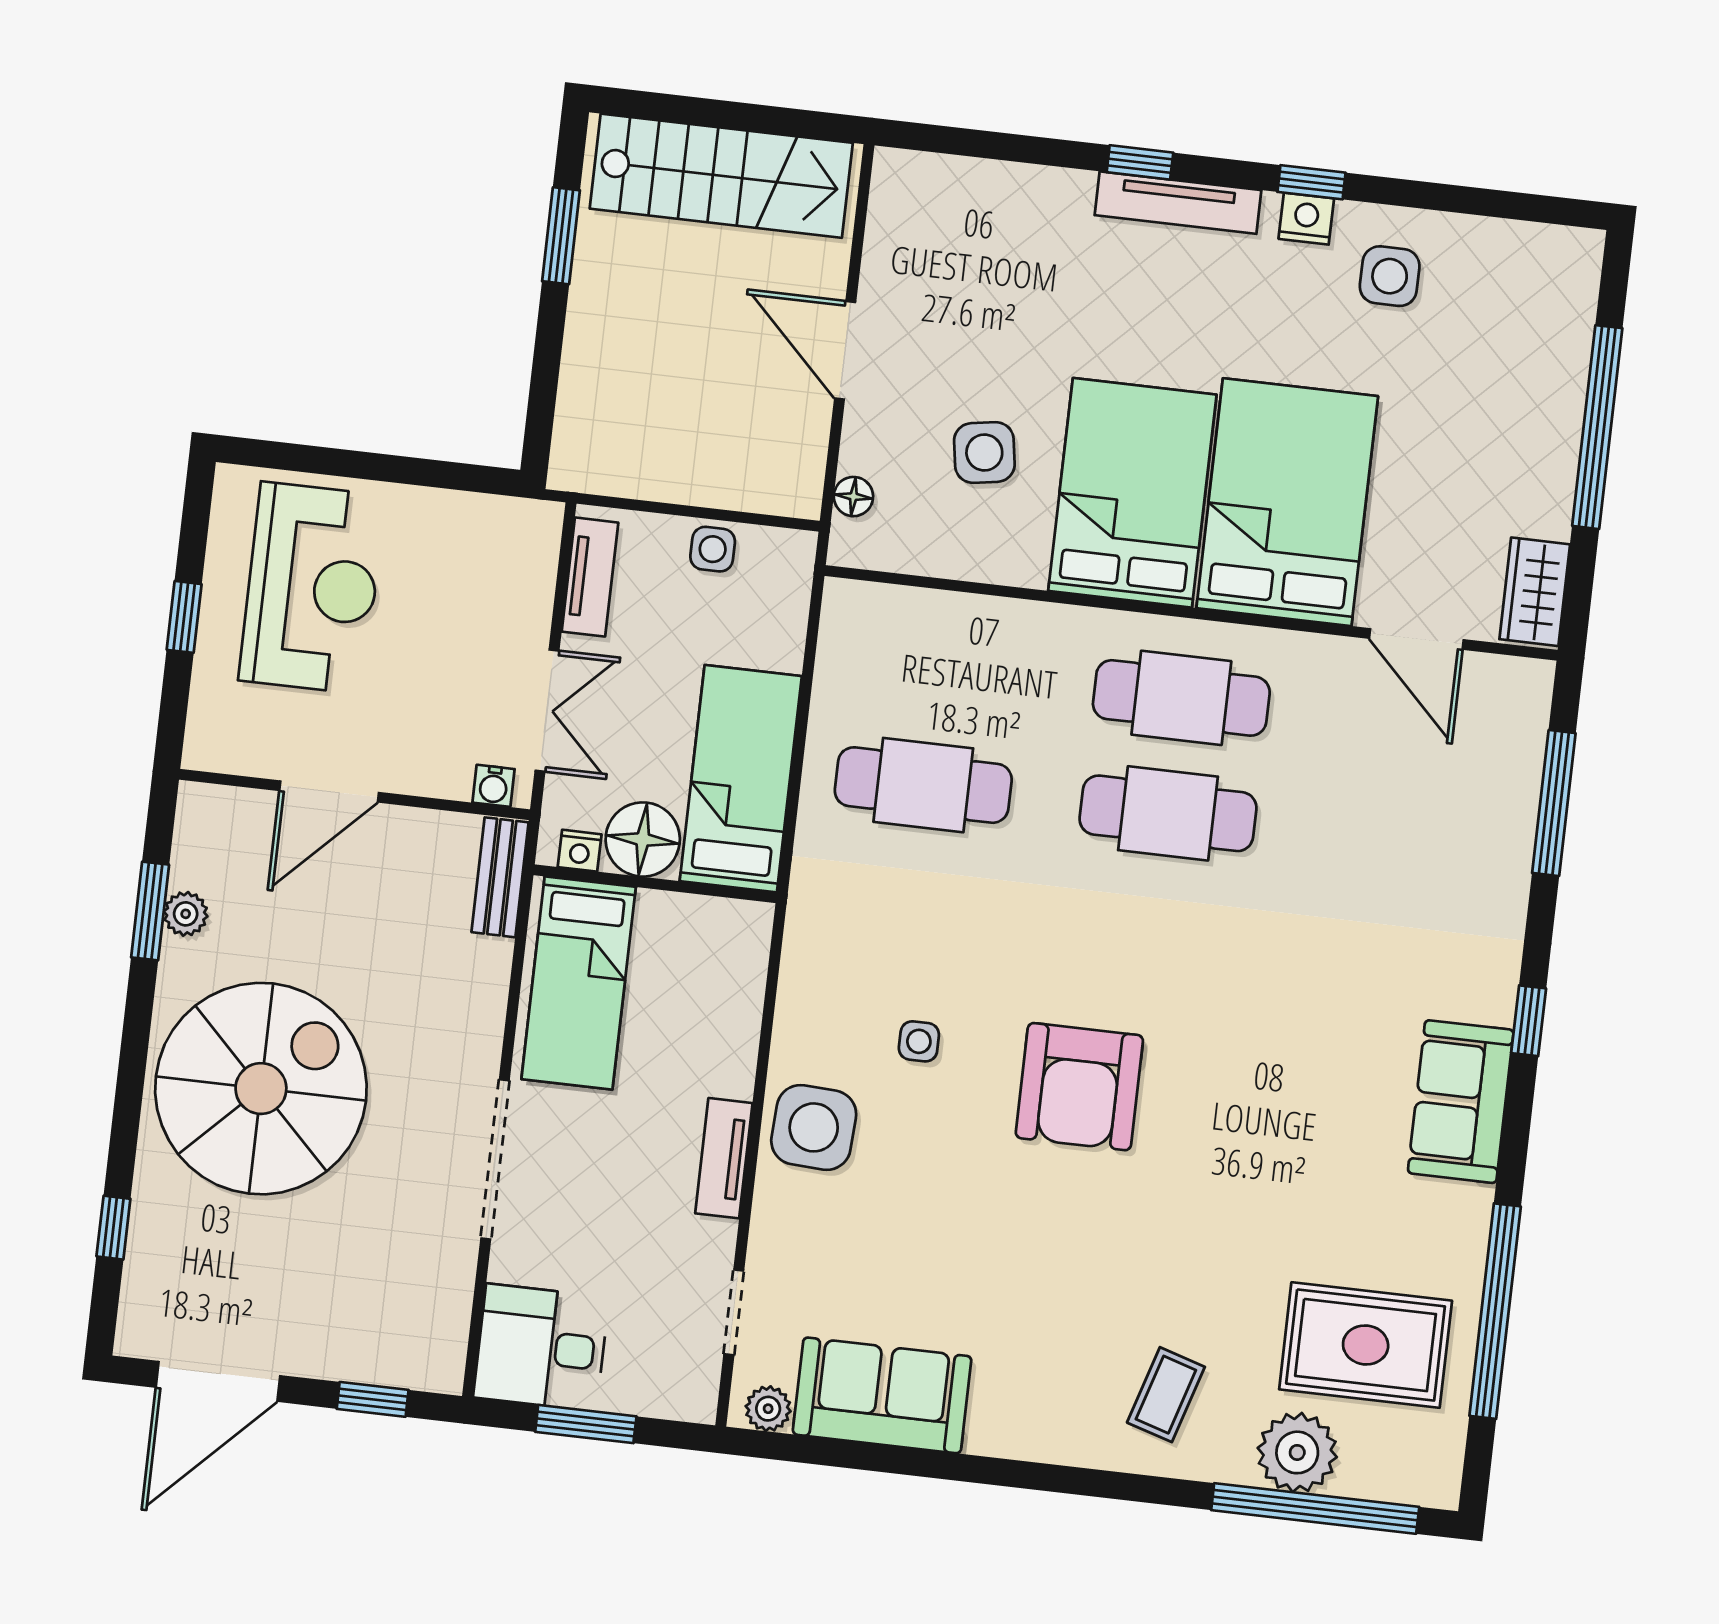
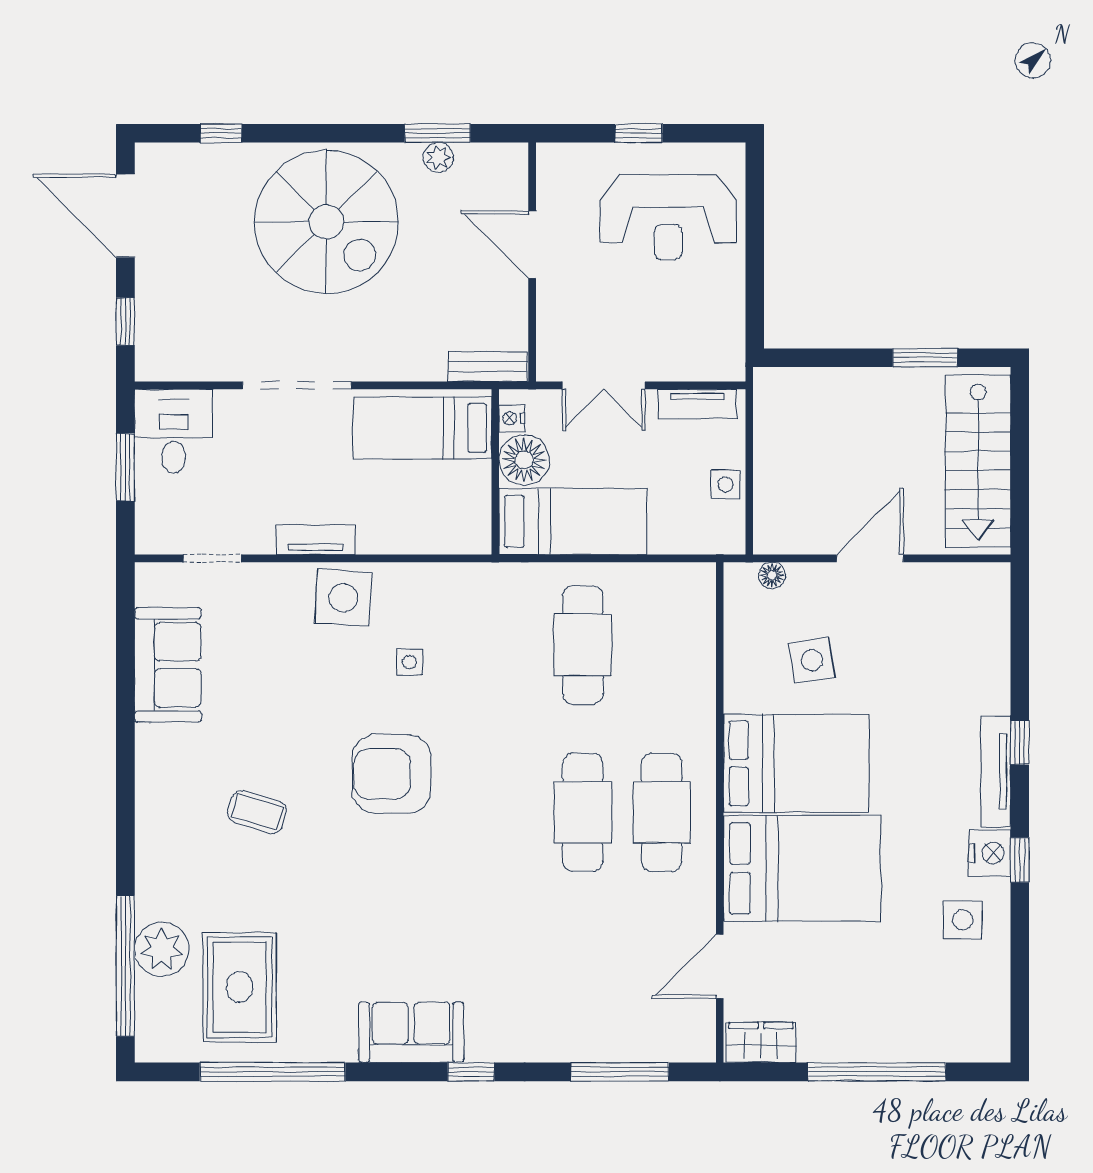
nightstand: (1306, 219) -> (990, 853), width x1.36, depth x1.33
water cooler: (493, 786) -> (549, 355), removed
coffee table: (1166, 1395) -> (257, 812), moved
plant: (768, 1409) -> (150, 589), removed

